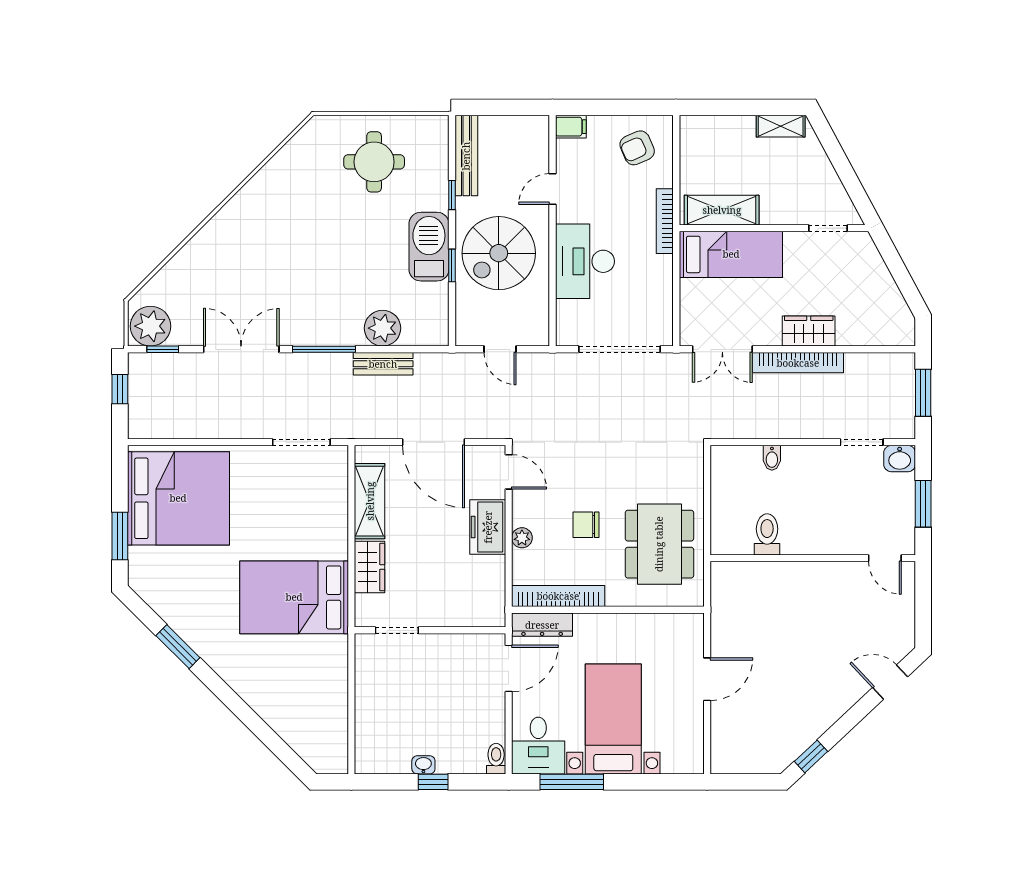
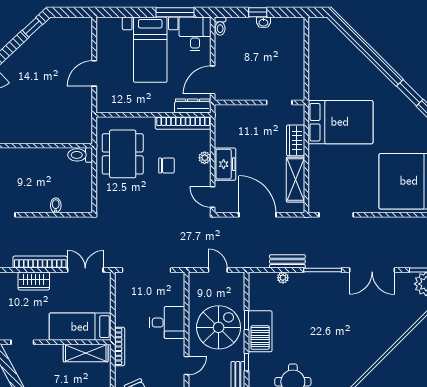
desk: (585, 261) -> (167, 323), width x0.73
plant: (383, 328) -> (283, 278), width x0.53, depth x0.53
toilet: (767, 534) -> (80, 155), moved, turned 90

